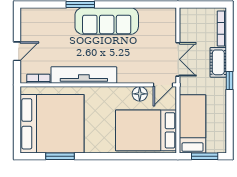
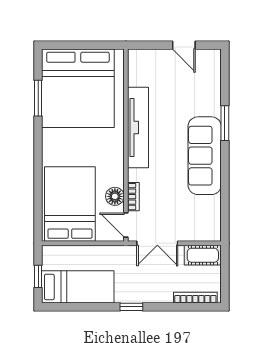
door: (17, 51) -> (184, 45), moved
cot: (218, 62) -> (203, 255), moved
bookcase: (38, 79) -> (133, 197), moved
bed: (193, 124) -> (78, 287), moved
window: (205, 156) -> (38, 276), width x0.67

